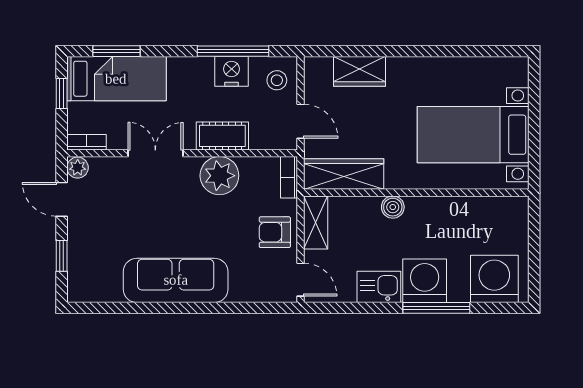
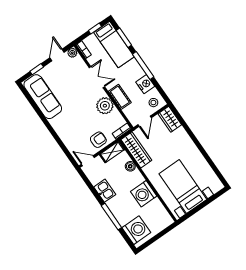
window: (233, 51) -> (143, 65), moved
wardrobe: (359, 71) -> (170, 119), moved
boiler: (393, 207) -> (130, 166), moved
armchair: (275, 232) -> (98, 140), turned 90
sofa: (176, 280) -> (43, 97), moved
door: (301, 280) -> (88, 161), swing flipped
washing machine: (425, 281) -> (144, 194), moved, turned 180

